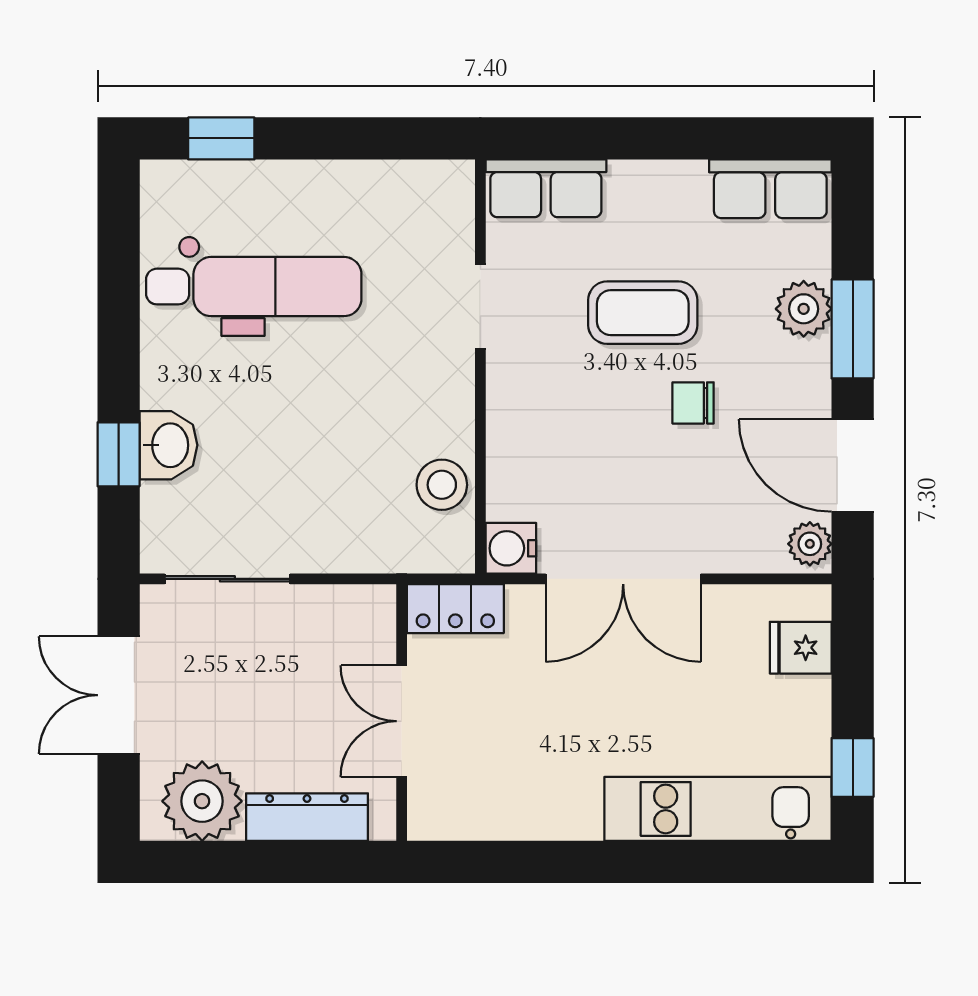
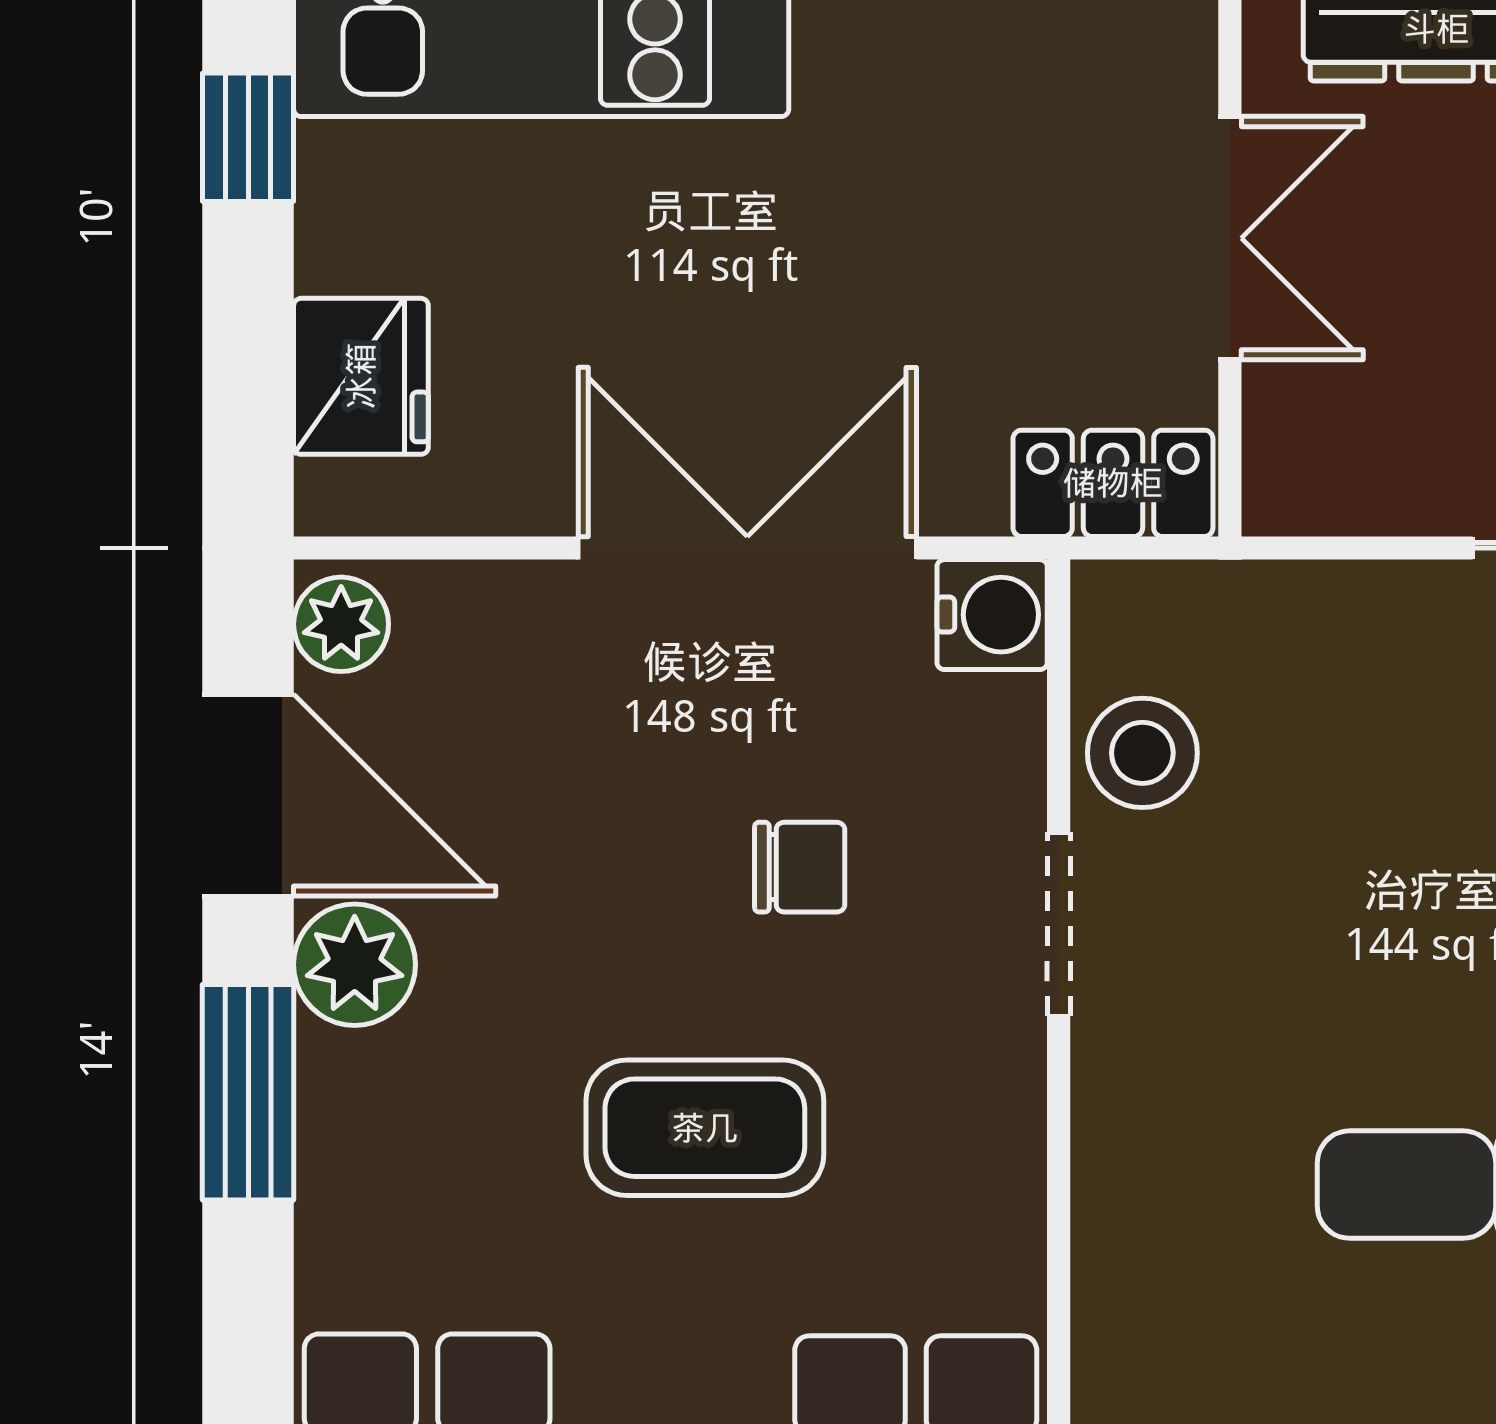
doorway: (480, 307) -> (1059, 924), moved
plant: (804, 309) -> (355, 965), moved
chair: (693, 403) -> (800, 867), moved
fridge: (801, 648) -> (361, 376), width x1.38

